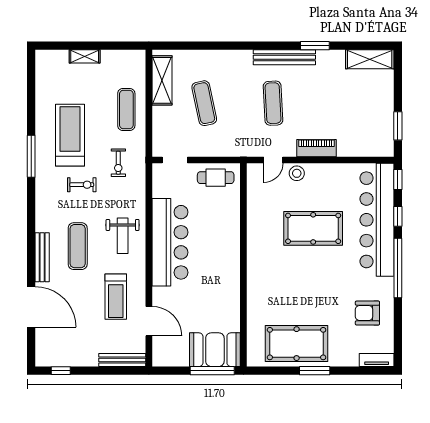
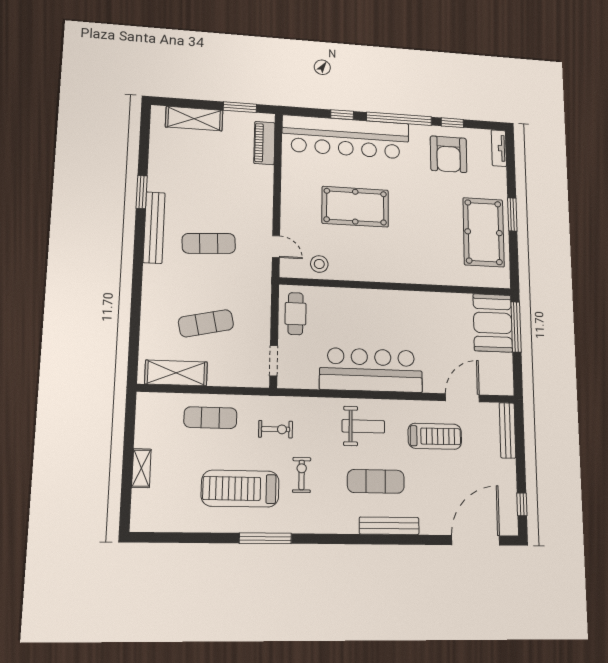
shelving: (370, 59) -> (194, 119), moved, turned 90
piano: (316, 148) -> (264, 143), moved
stool: (297, 173) -> (319, 264), moved
window: (398, 180) -> (452, 123), moved
pool table: (313, 228) -> (355, 207), turned 90
door: (31, 307) -> (476, 540), moved
armchair: (367, 313) -> (449, 154), width x1.36, depth x1.36

